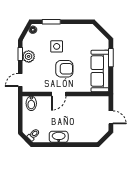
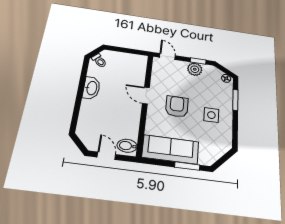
side table: (57, 46) -> (211, 115), moved
armchair: (64, 69) -> (177, 107), turned 180
bidet: (31, 103) -> (127, 146), moved
door: (111, 117) -> (106, 156), swing flipped

